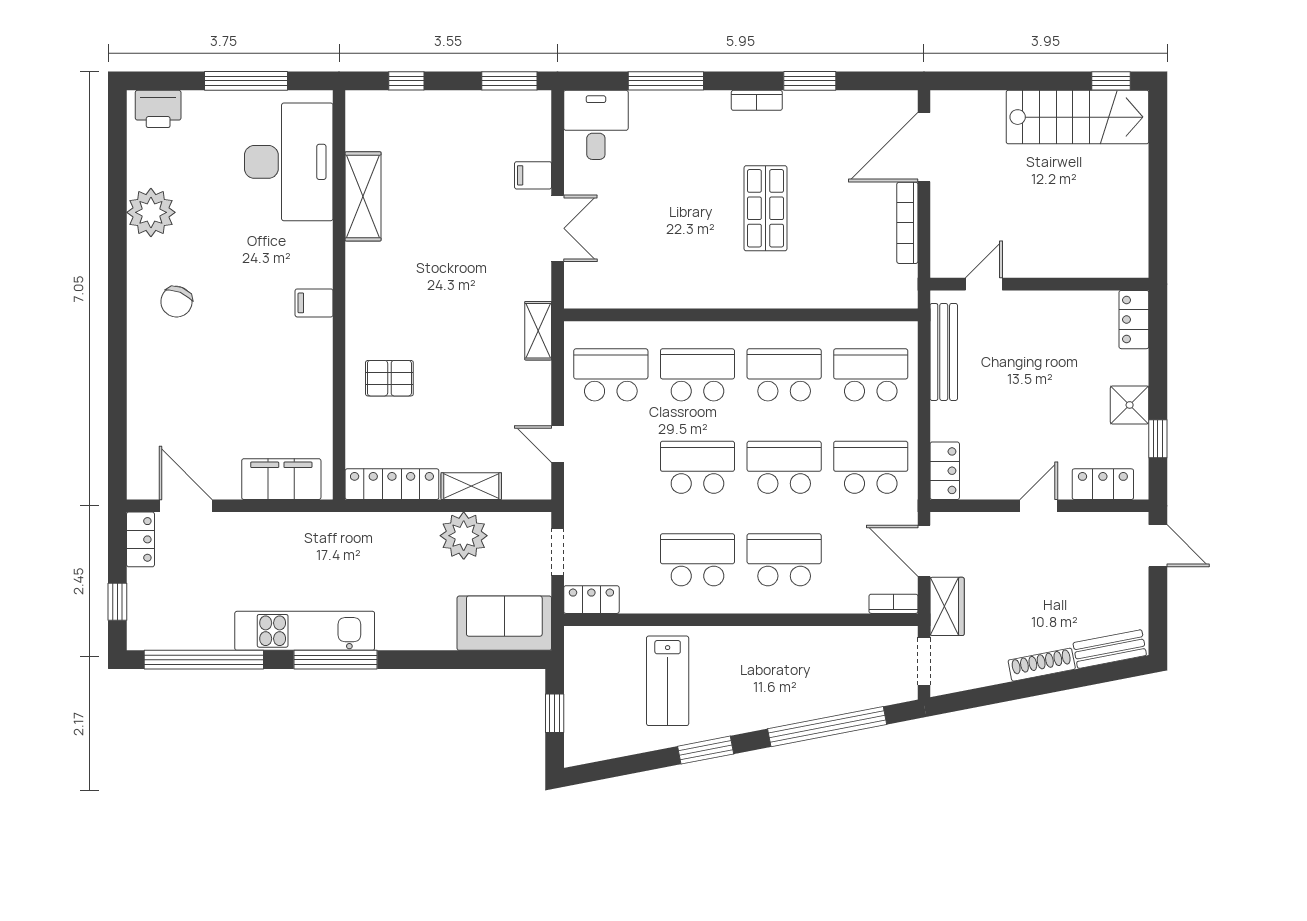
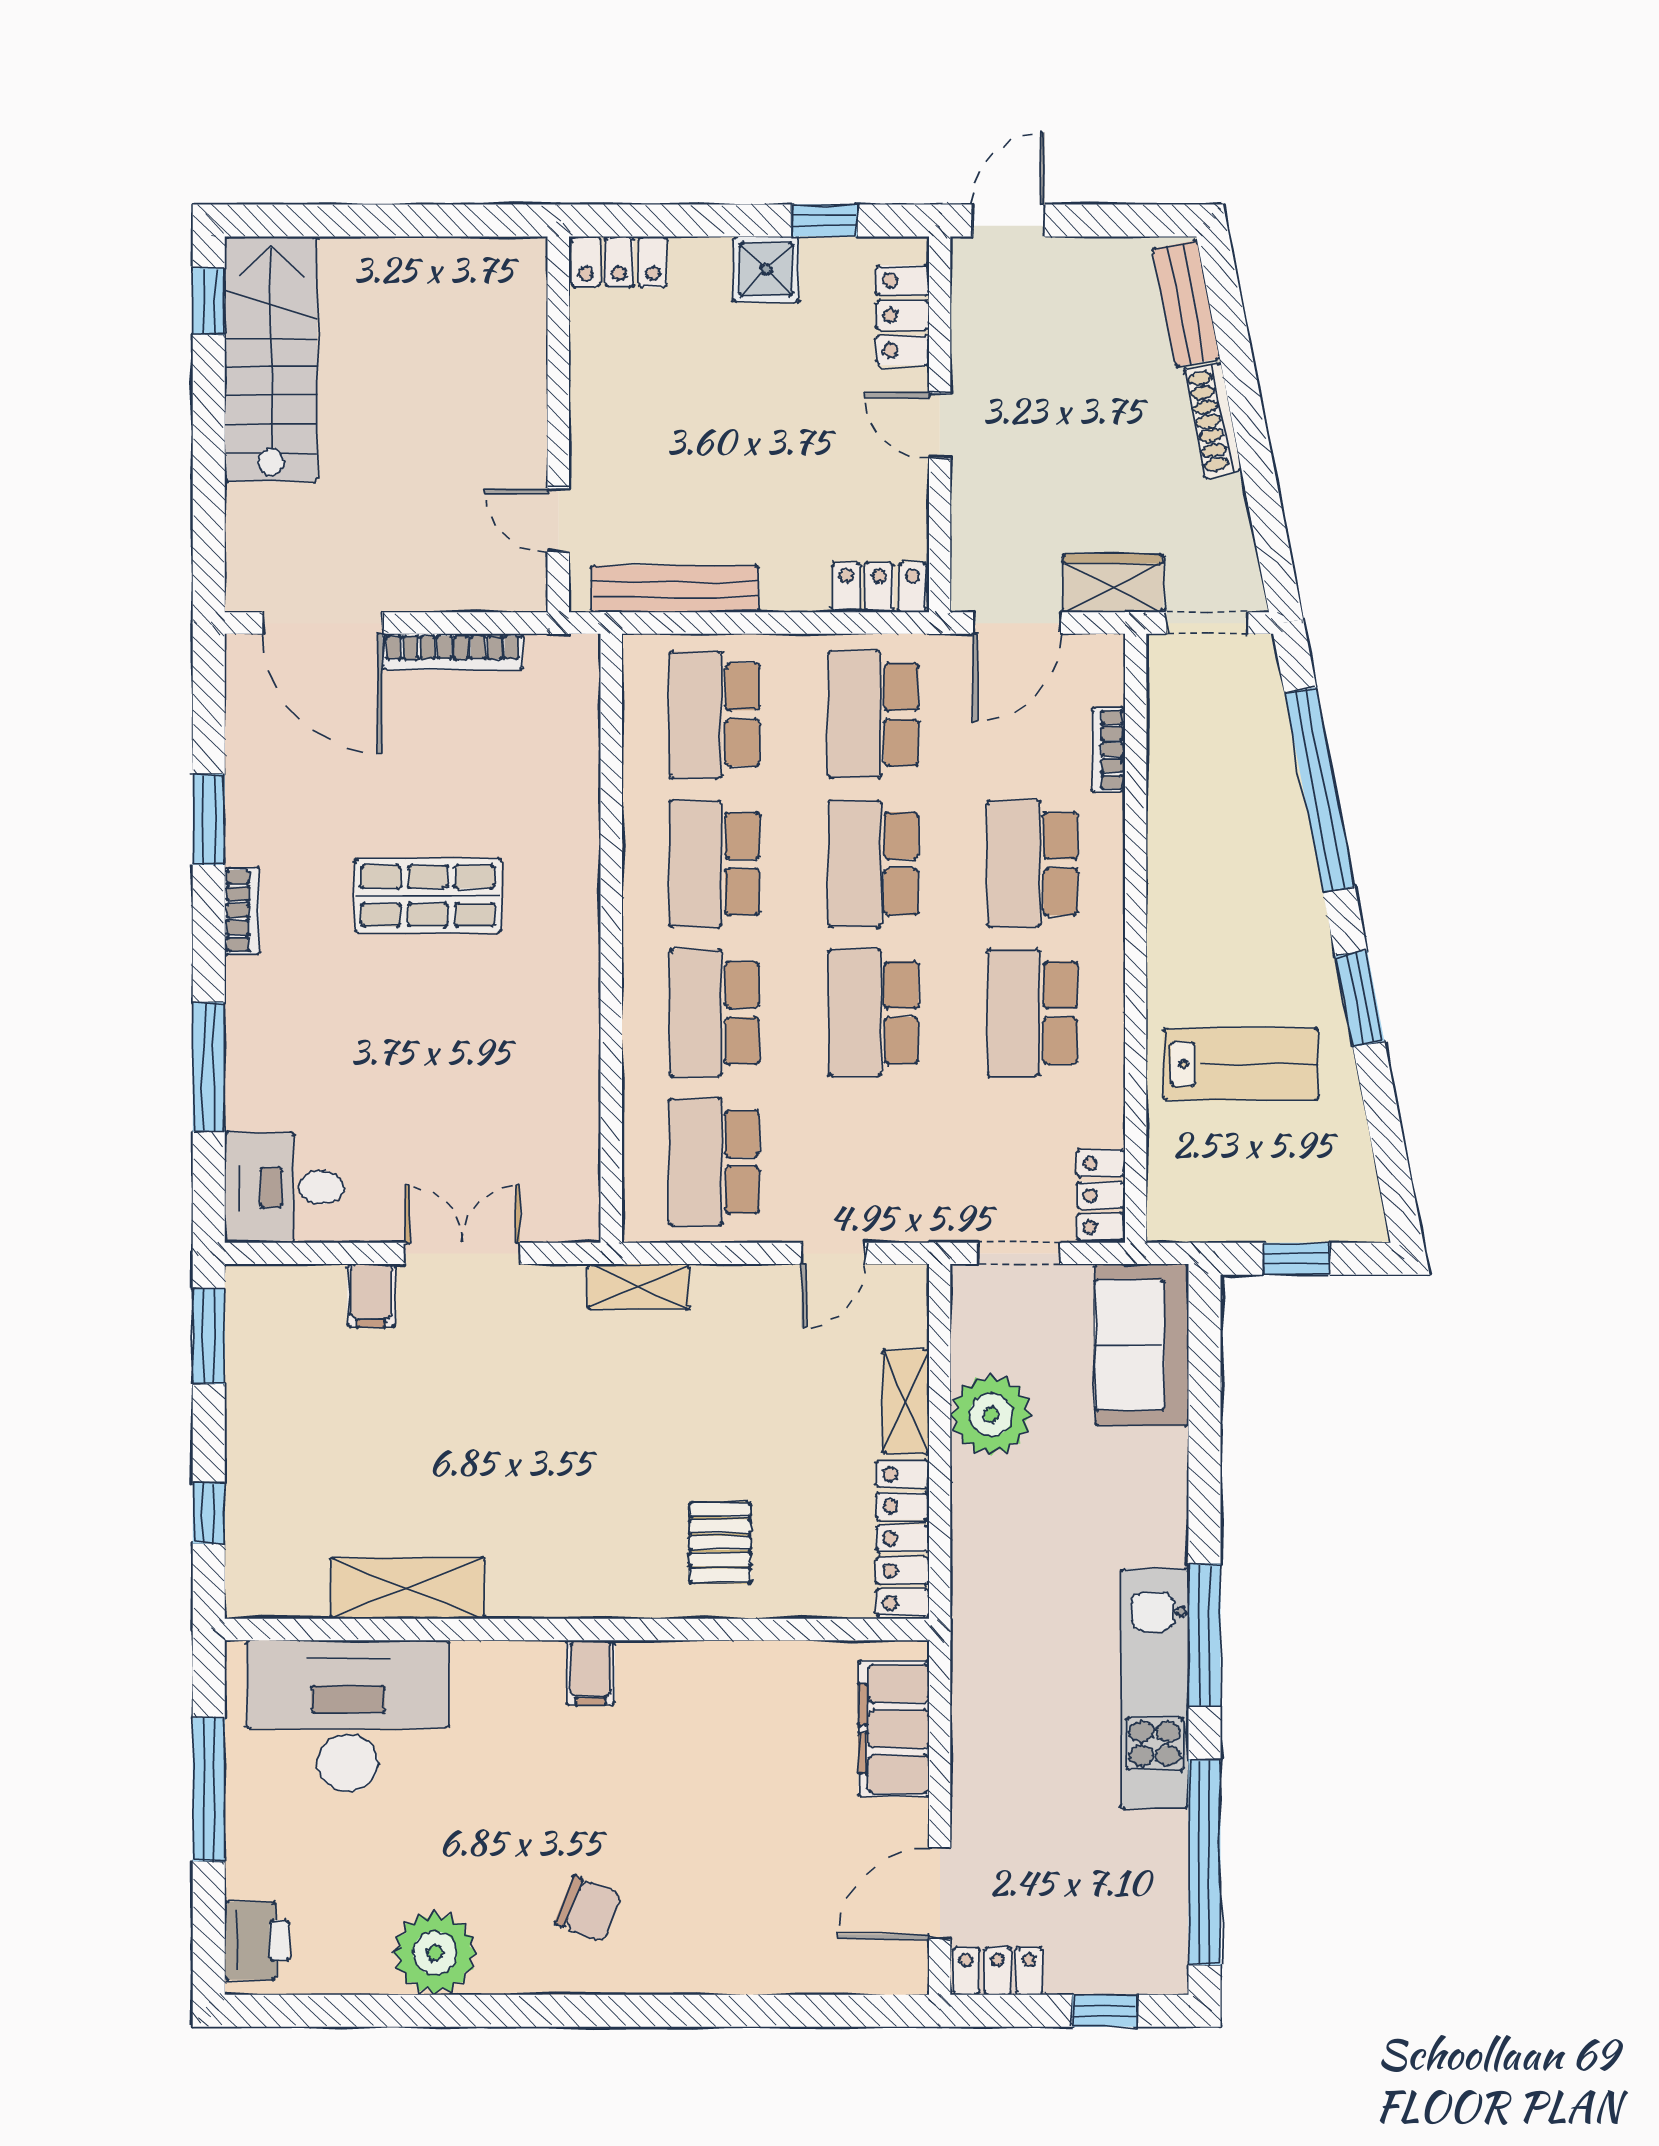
bookcase: (893, 604) -> (1108, 750), moved

